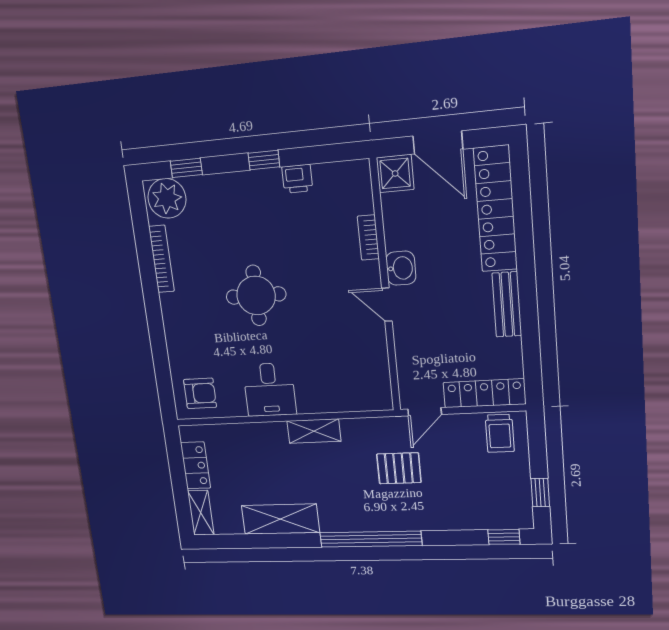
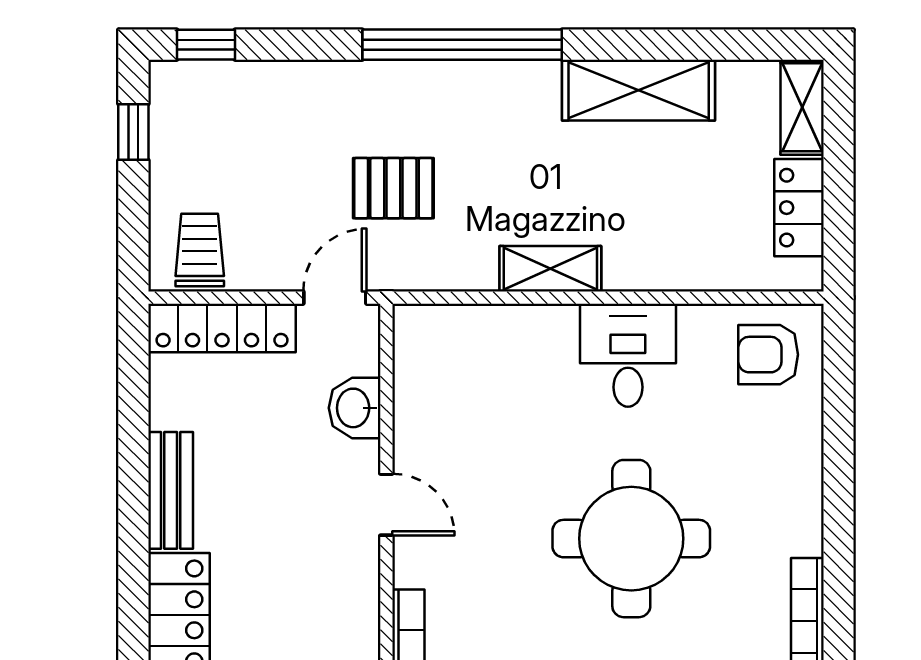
washbasin: (401, 268) -> (355, 408), moved
round table: (256, 295) -> (631, 539), width x1.36, depth x1.36

